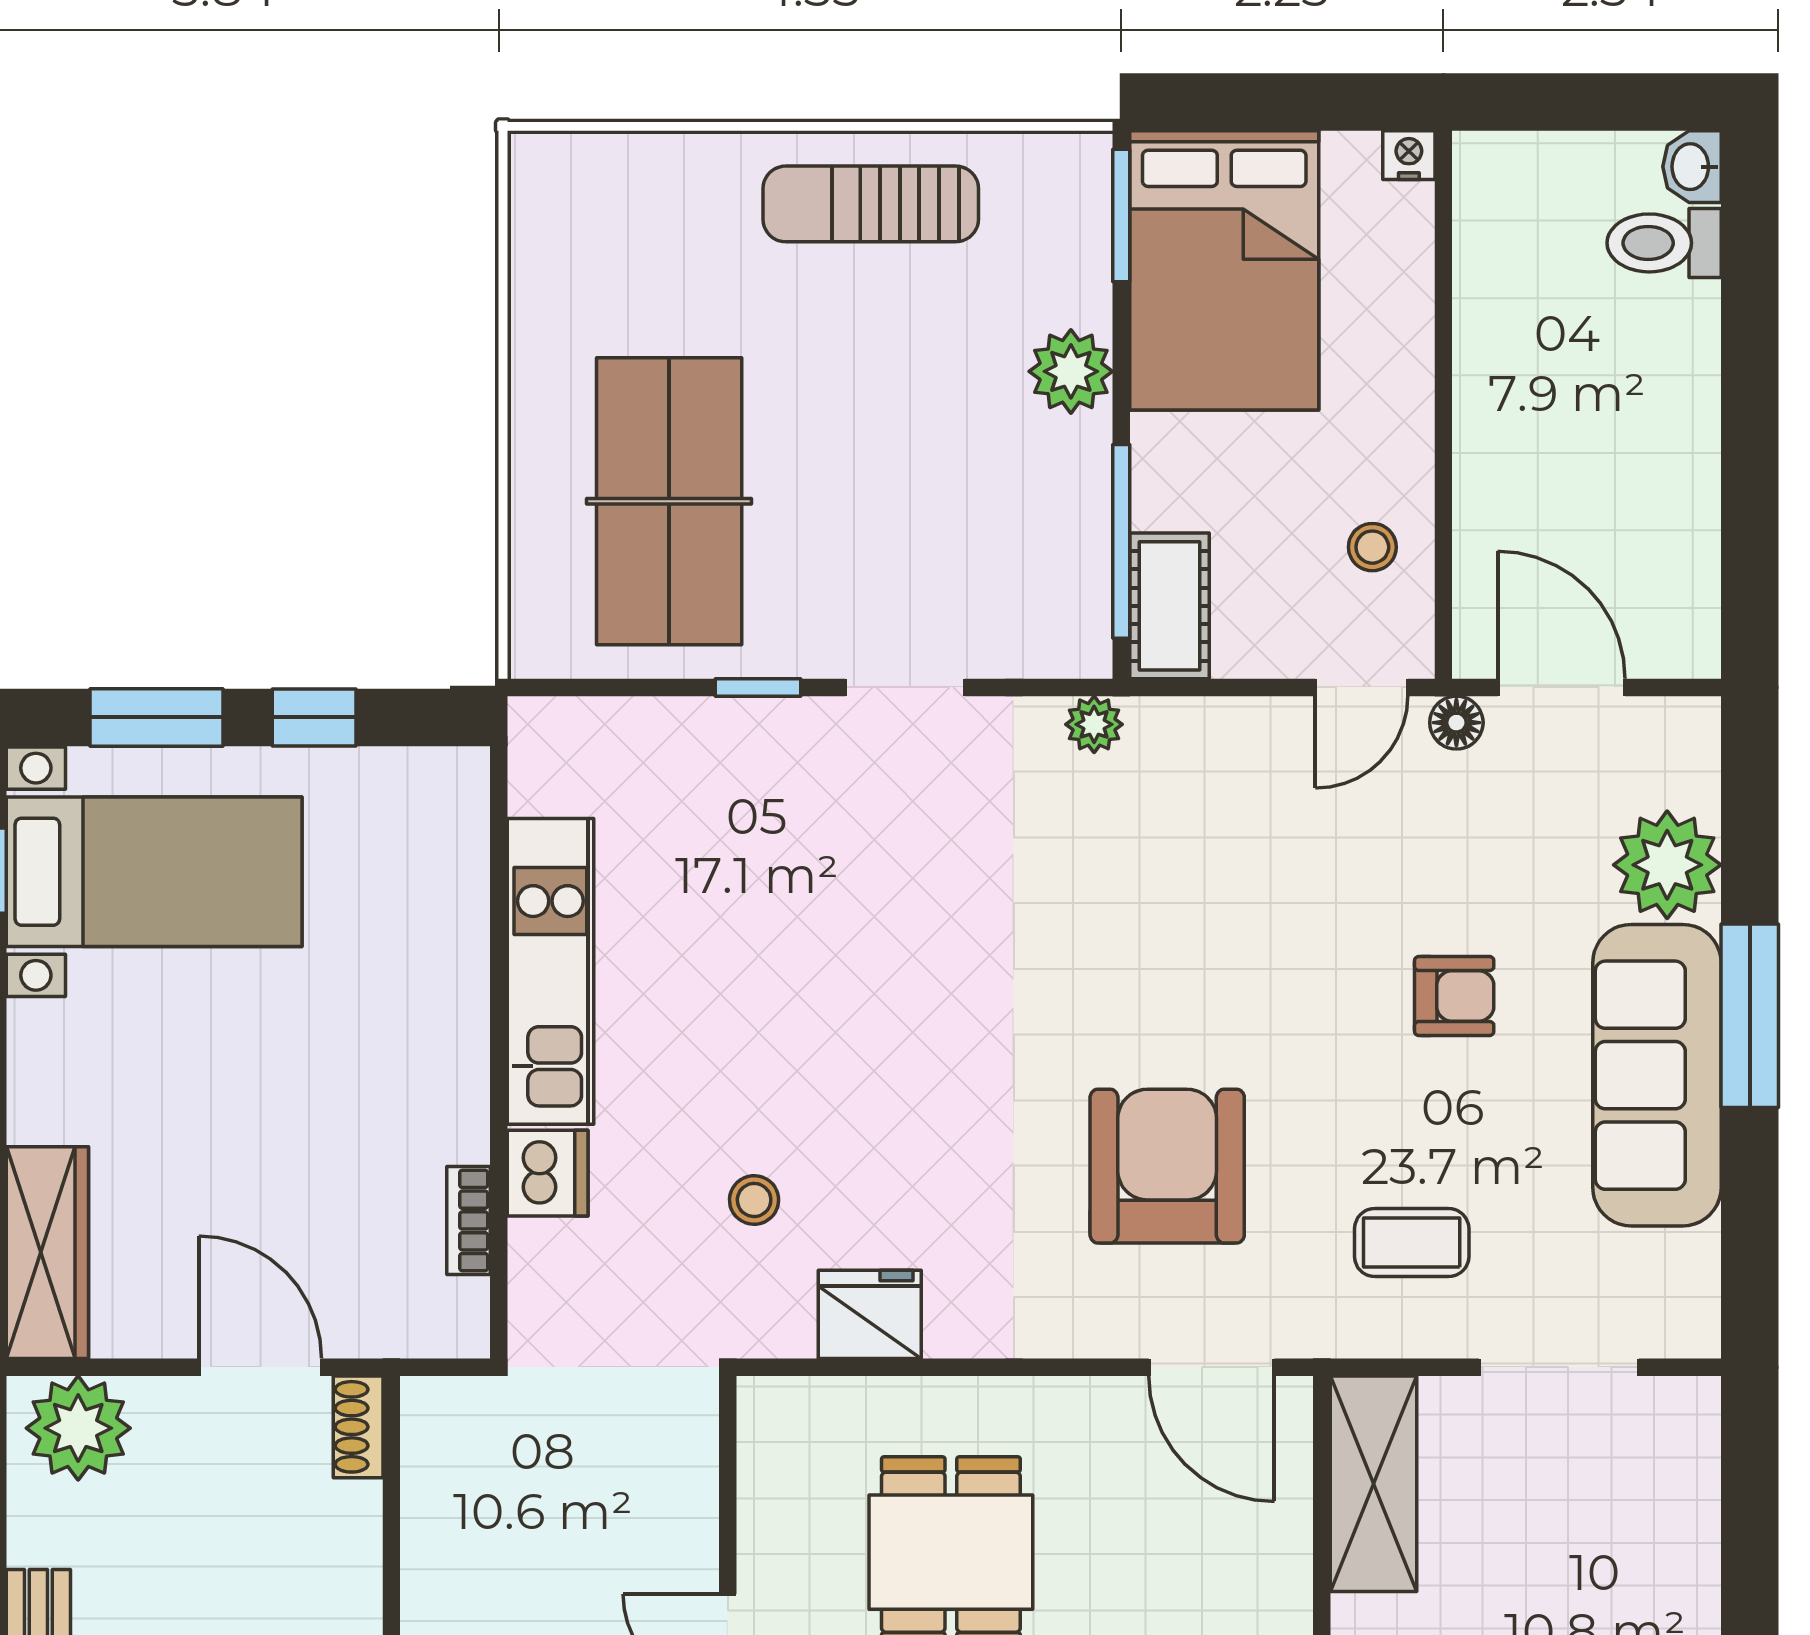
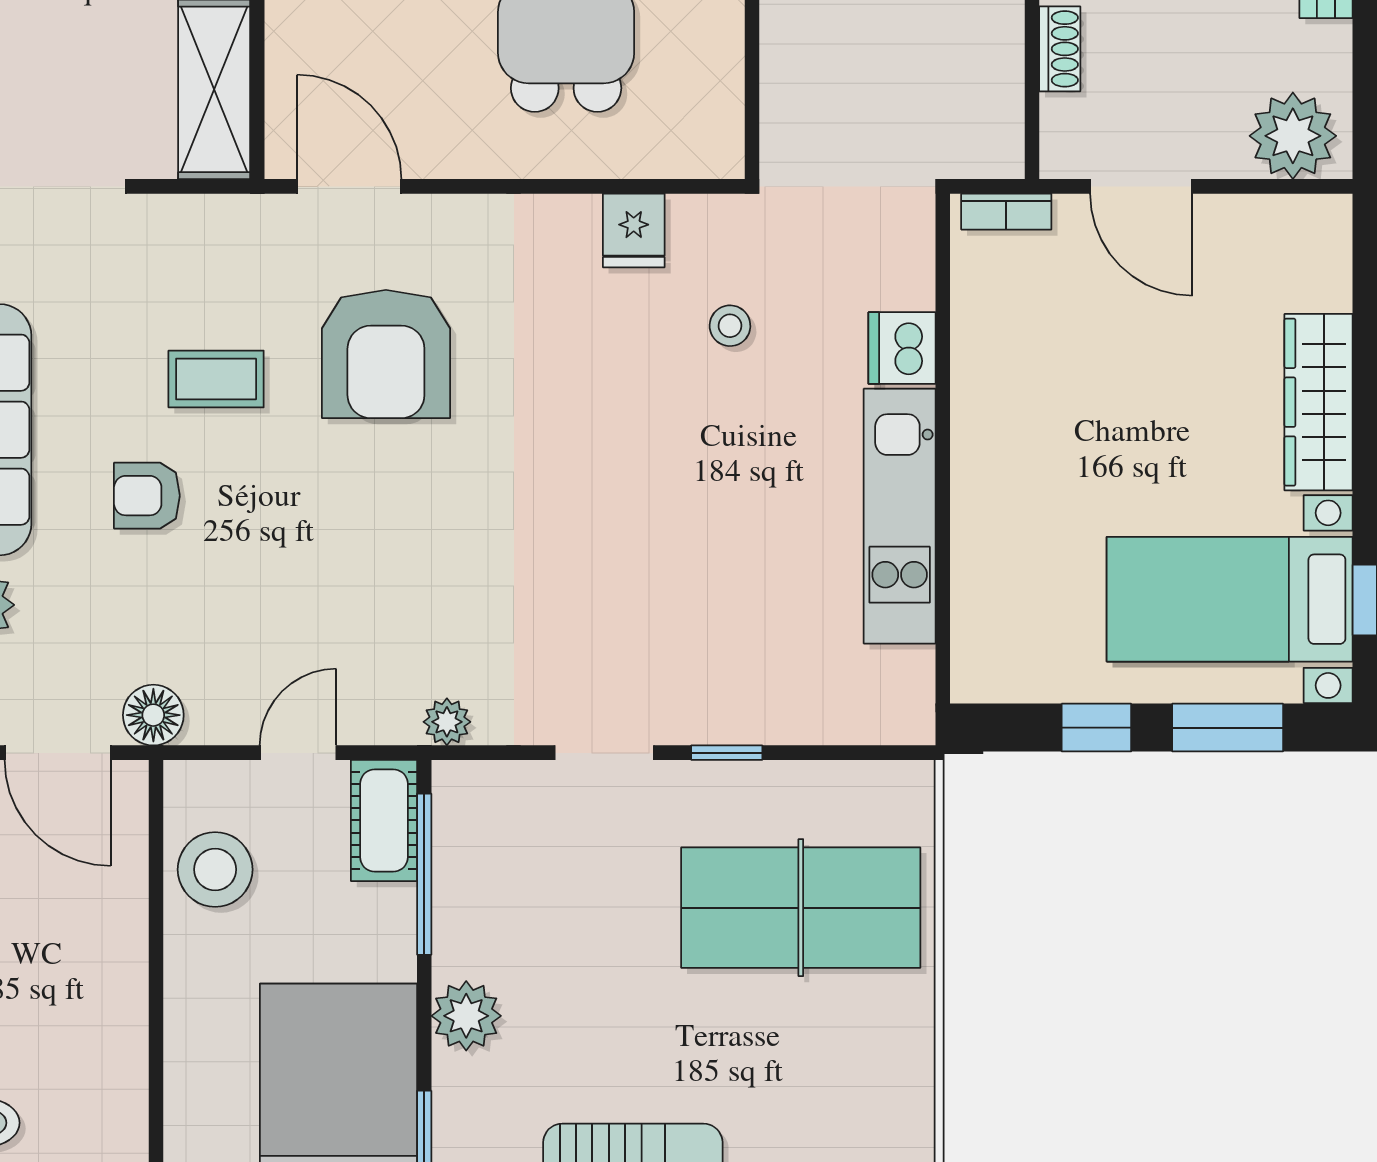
table tennis table: (669, 501) -> (801, 908), turned 90
stool: (1372, 547) -> (215, 869), width x1.89, depth x1.89
door: (1362, 687) -> (298, 753), moved
floor lamp: (1456, 723) -> (153, 715), width x1.37, depth x1.37
bookcase: (468, 1220) -> (1006, 212), moved, turned 90
coffee table: (1412, 1243) -> (216, 379), moved
wardrobe: (47, 1253) -> (1319, 402), moved
fridge: (870, 1314) -> (634, 230), width x0.72
shoe rack: (358, 1427) -> (1060, 49), moved

